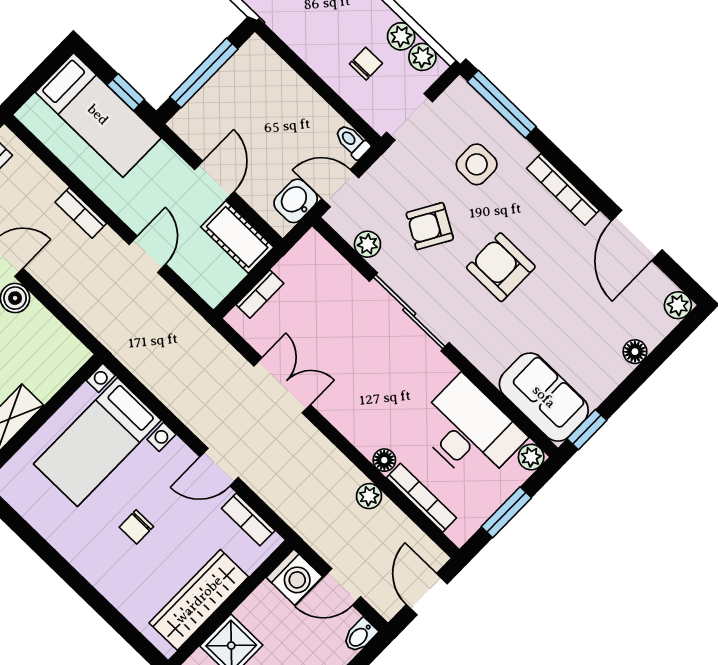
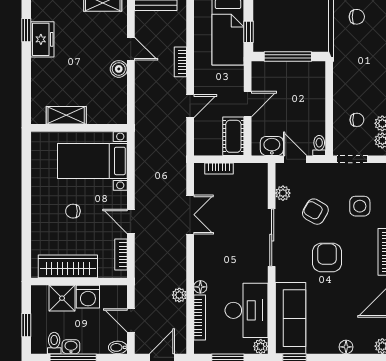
sofa: (544, 397) -> (291, 318), width x1.36
washing machine: (294, 577) -> (88, 297), moved

